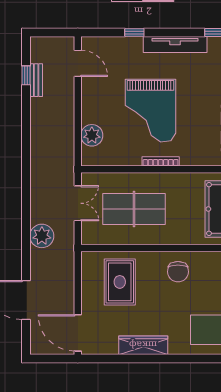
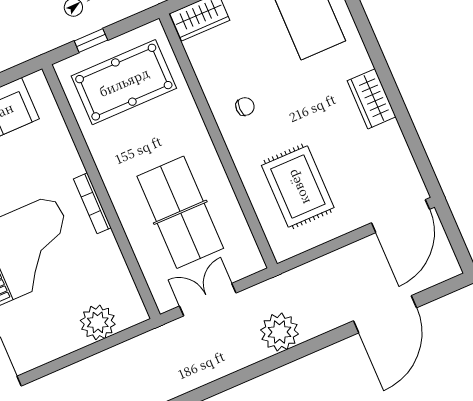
chair: (178, 272) -> (245, 107), width x0.54, depth x0.54
rug: (120, 282) -> (298, 187), turned 90
wardrobe: (143, 345) -> (372, 99), width x0.67

